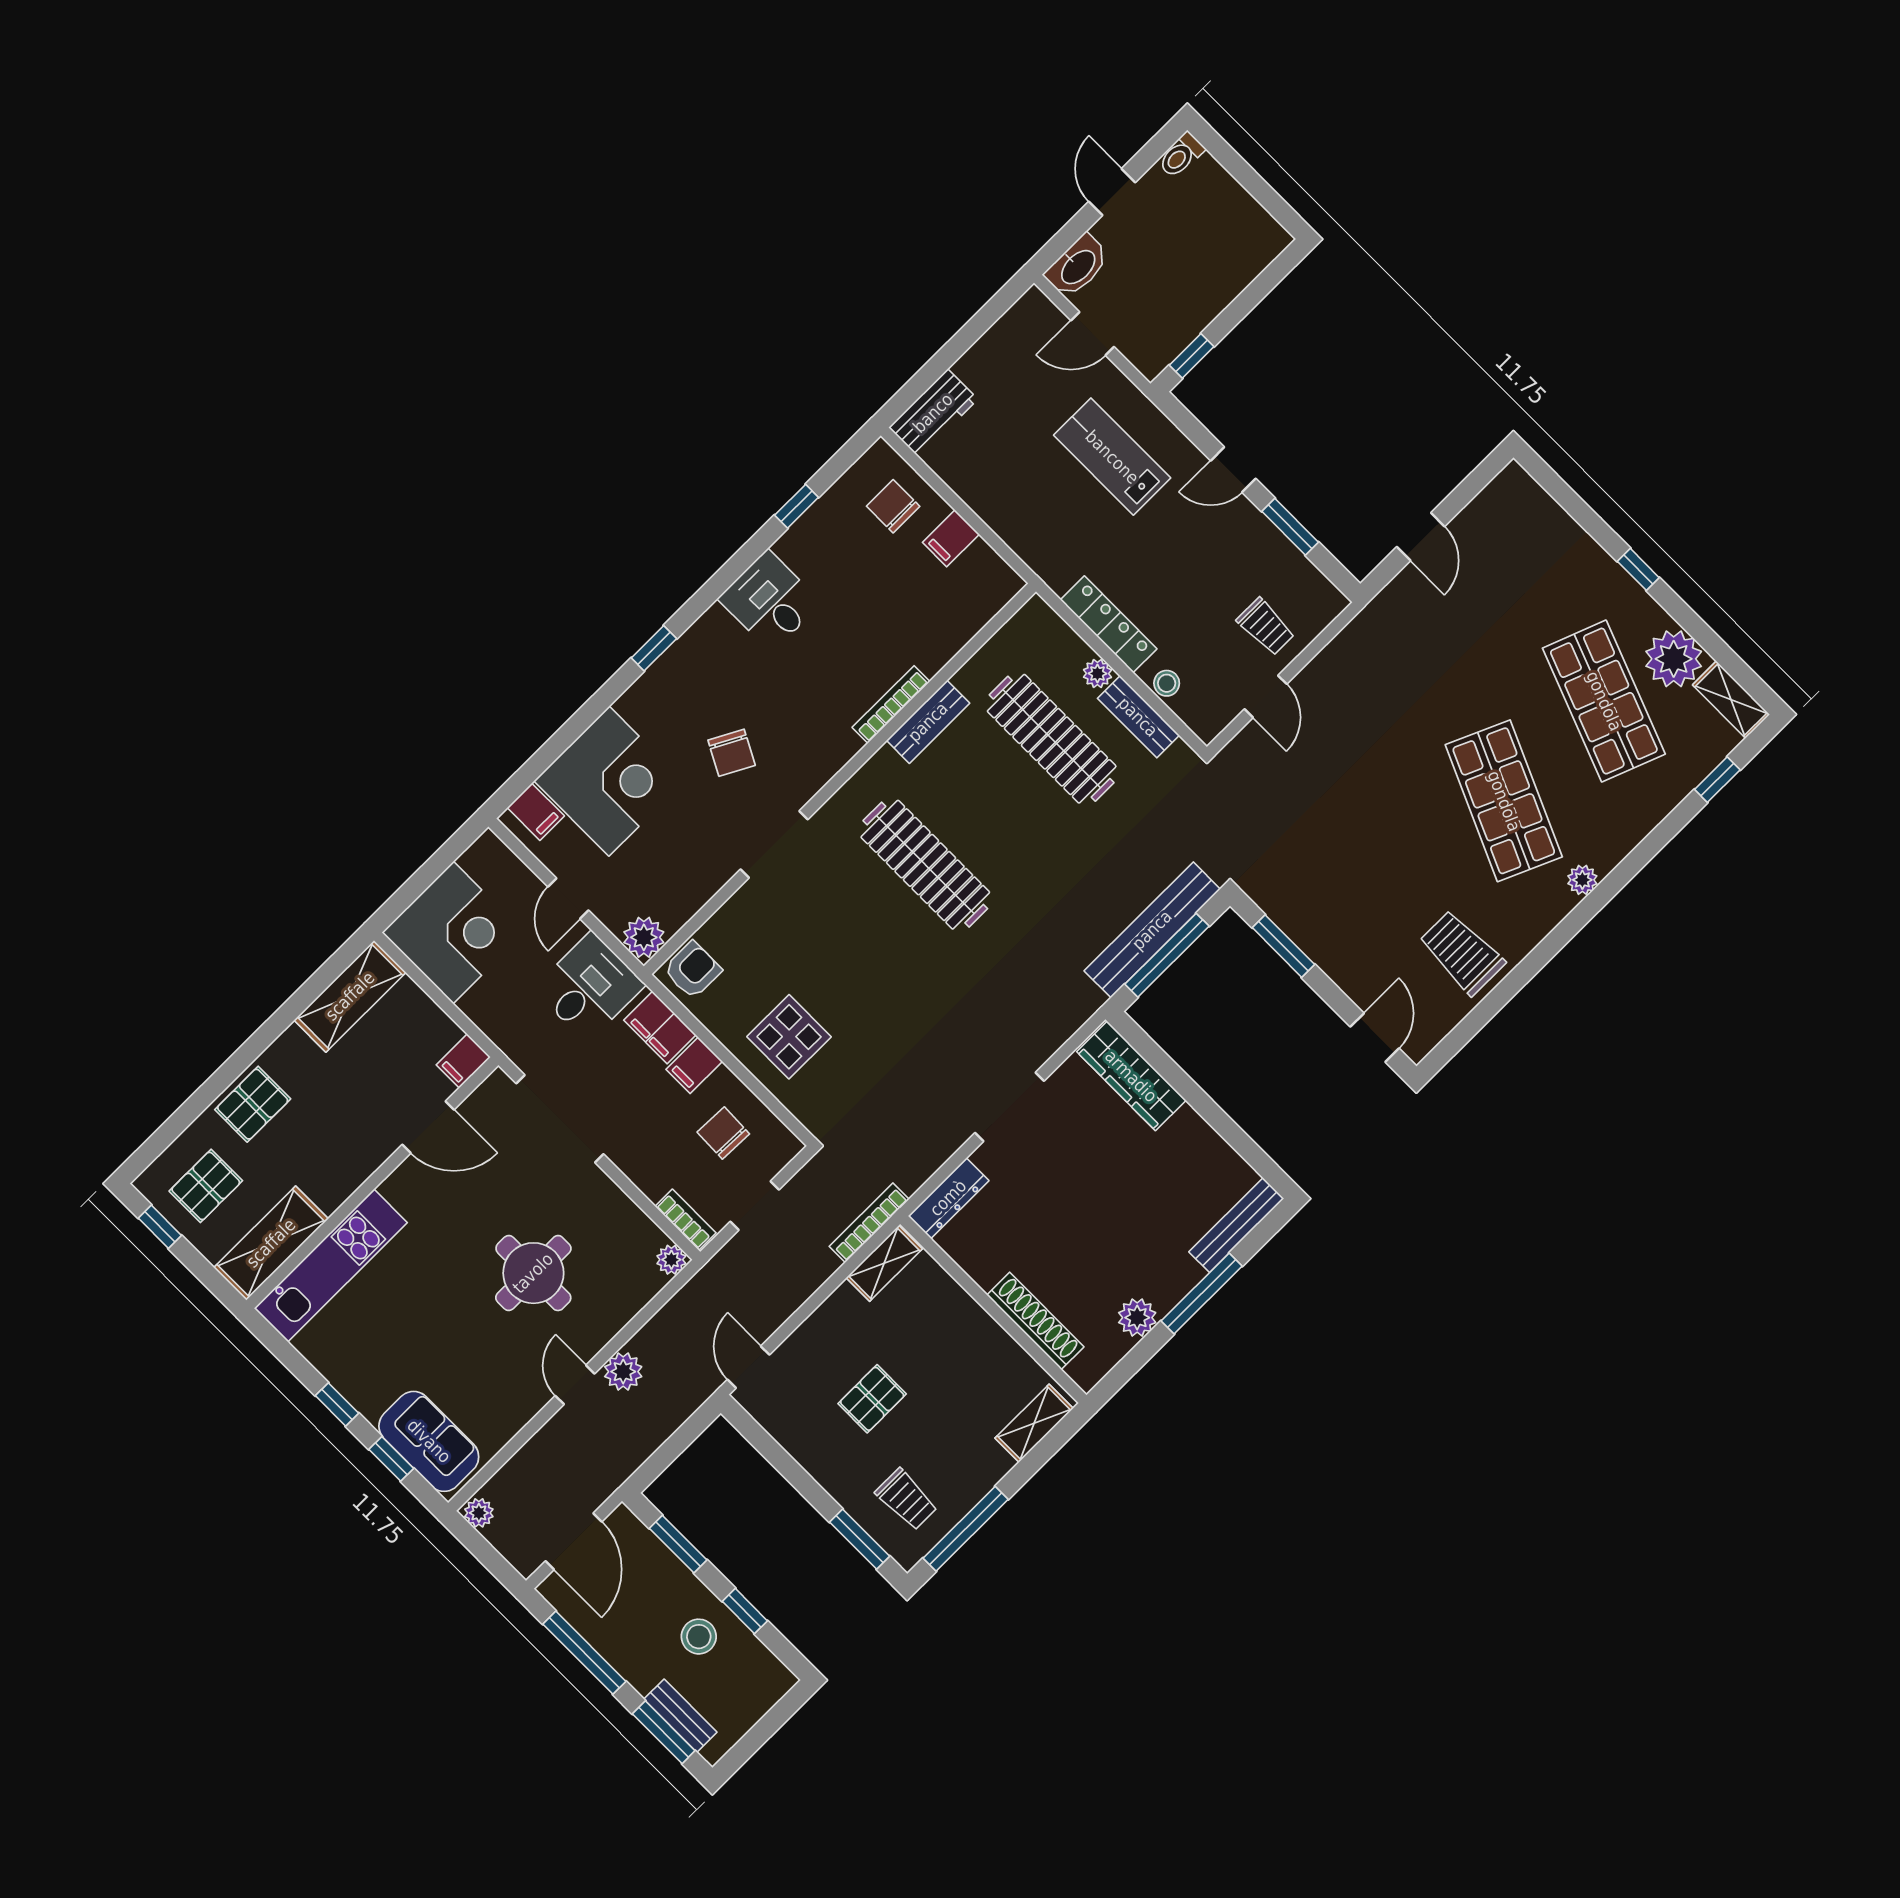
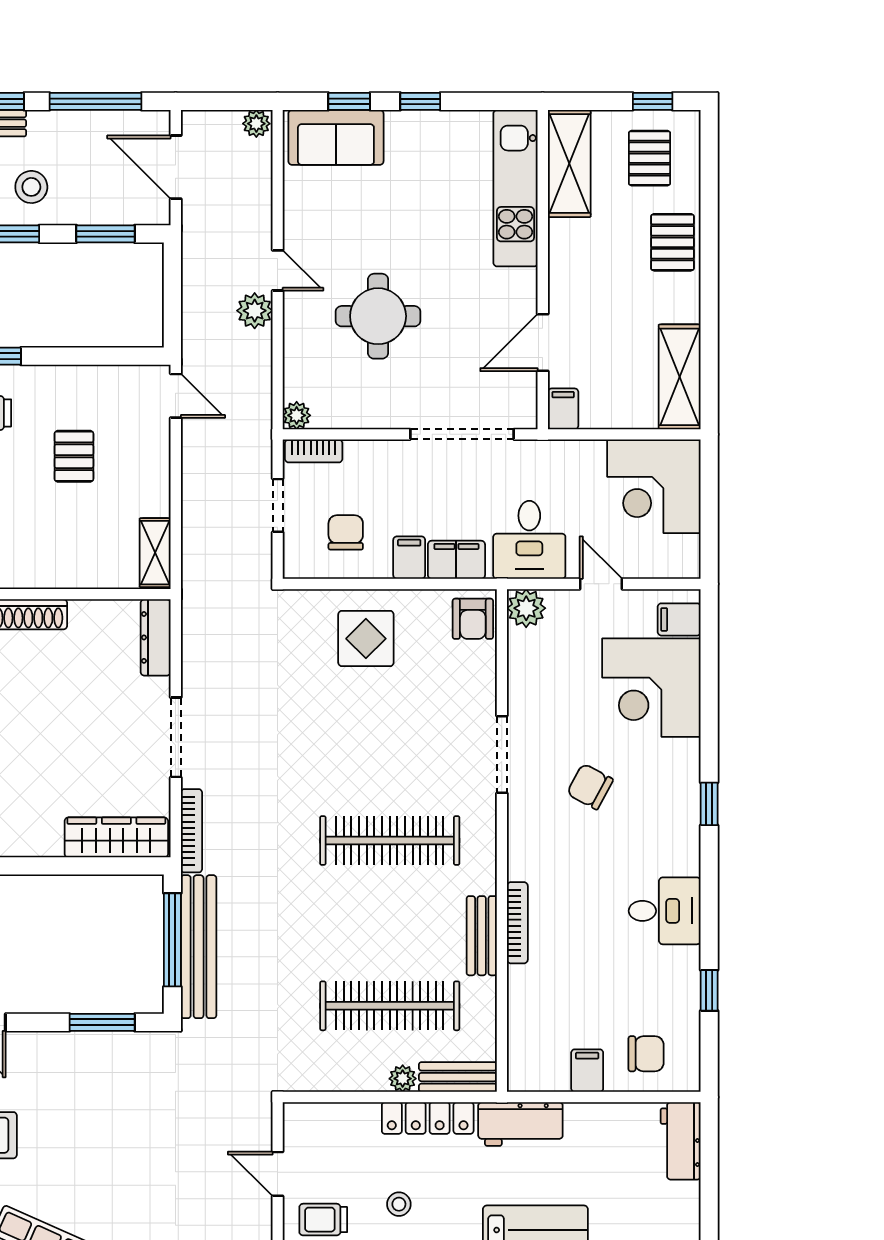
workbench: (1042, 549) -> (520, 1124), added
stool: (1167, 683) -> (399, 1204), moved
bench: (1138, 717) -> (458, 1077), moved
chair: (723, 1133) -> (346, 532), turned -92
bookcase: (869, 1223) -> (191, 831), moved

